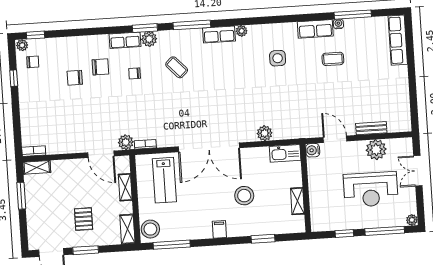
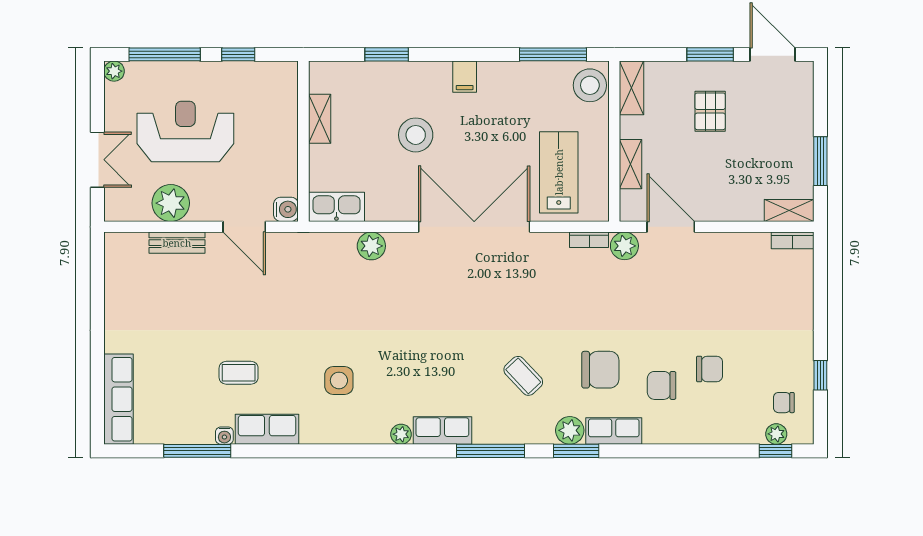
plant: (22, 45) -> (776, 434), moved
chair: (135, 73) -> (600, 370), width x1.87, depth x1.87

